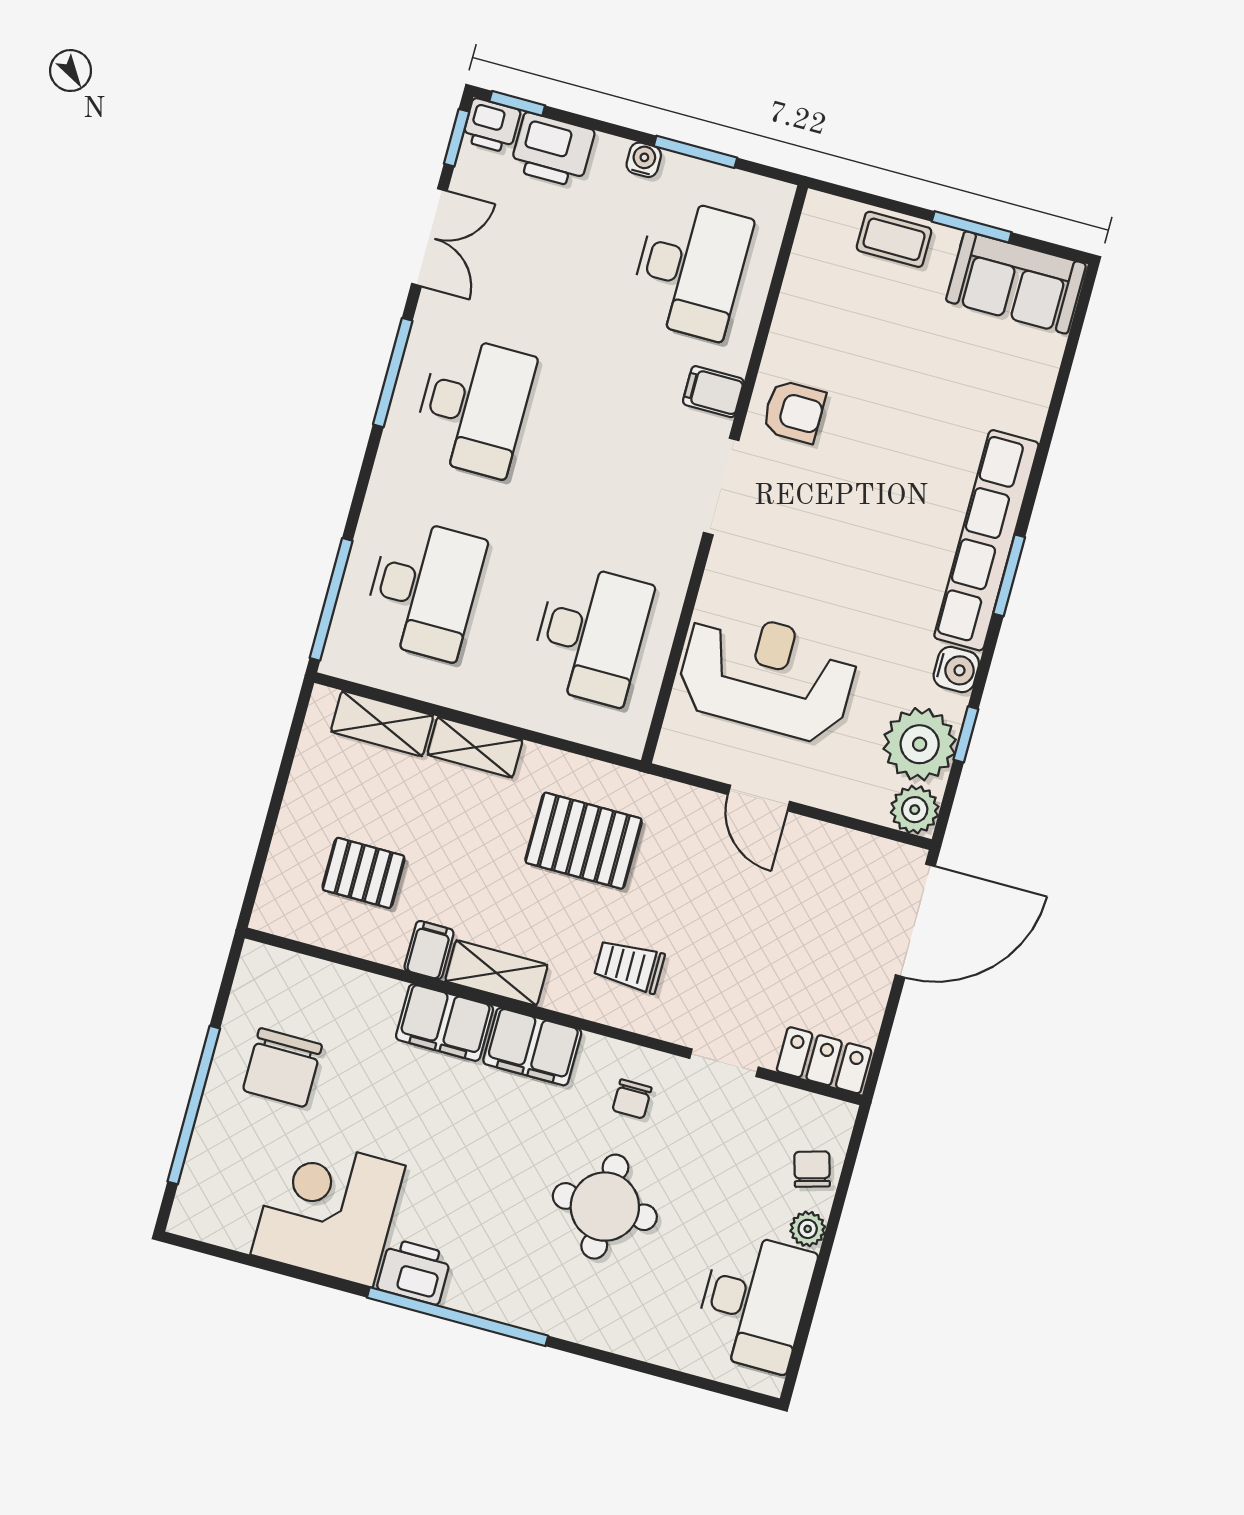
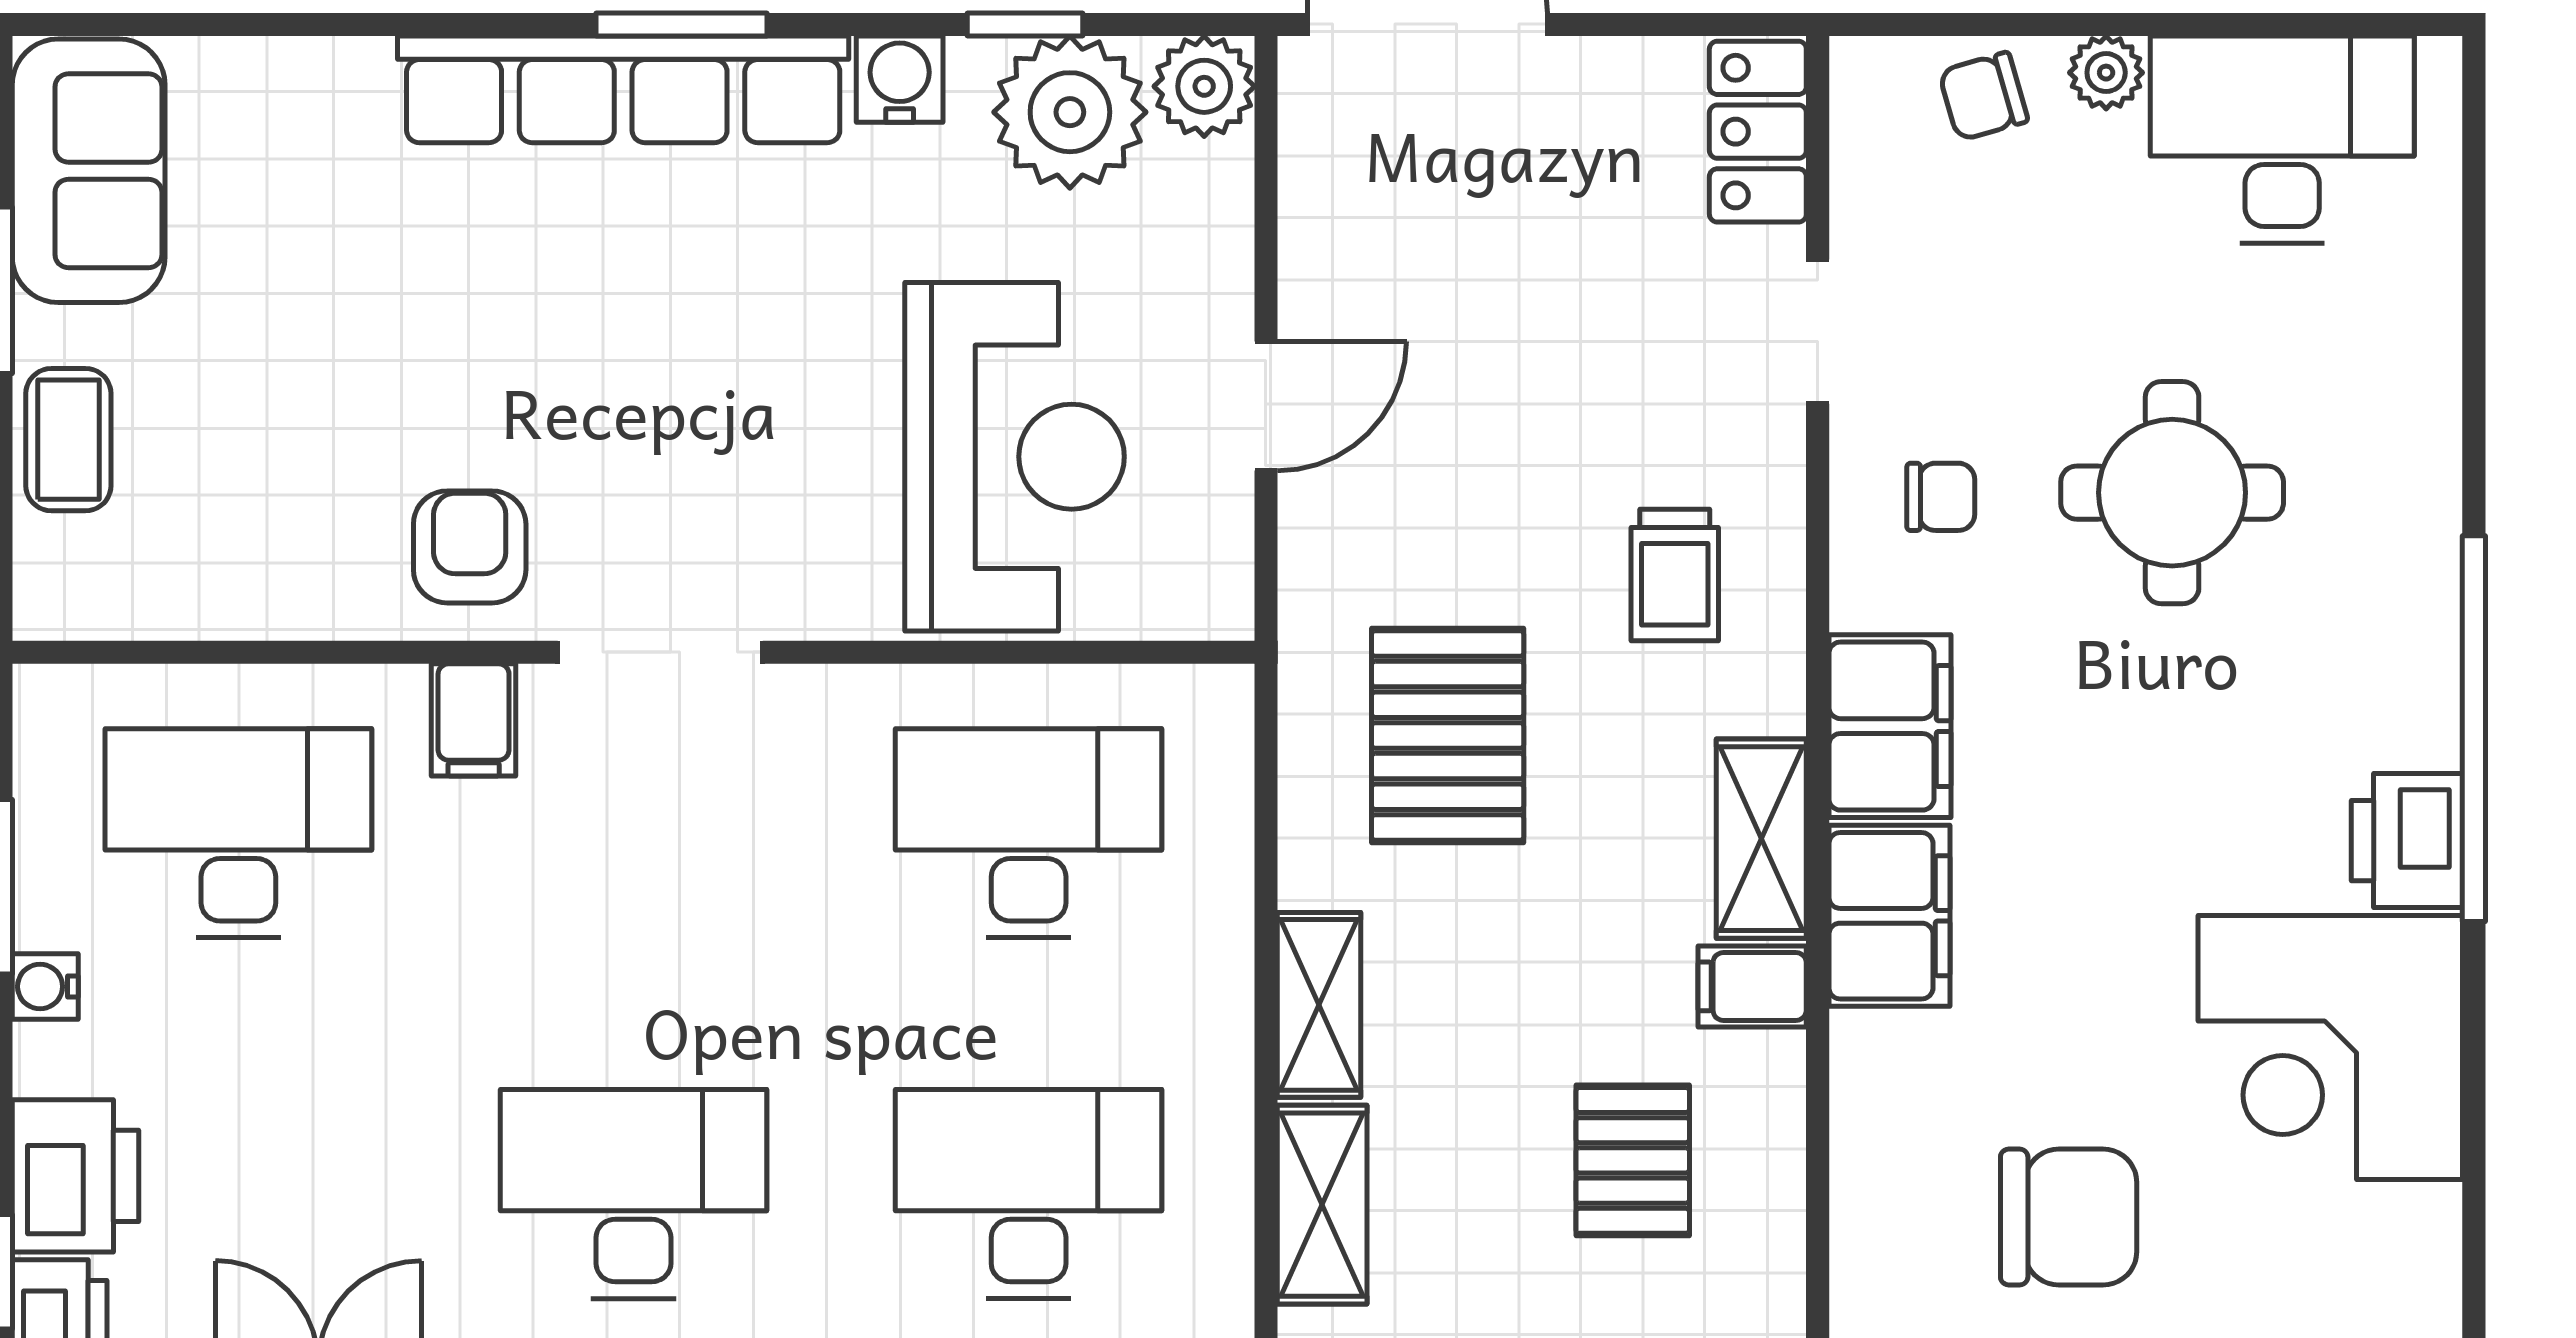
reception desk: (767, 675) -> (1015, 457), turned 180

